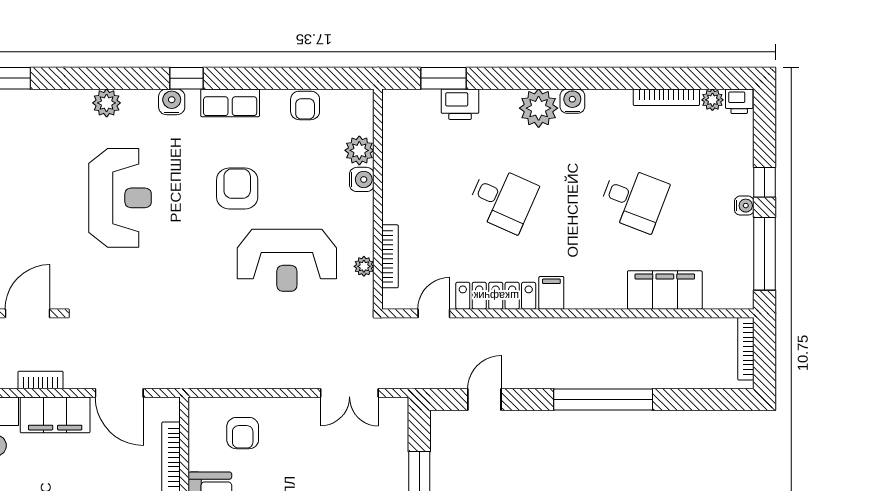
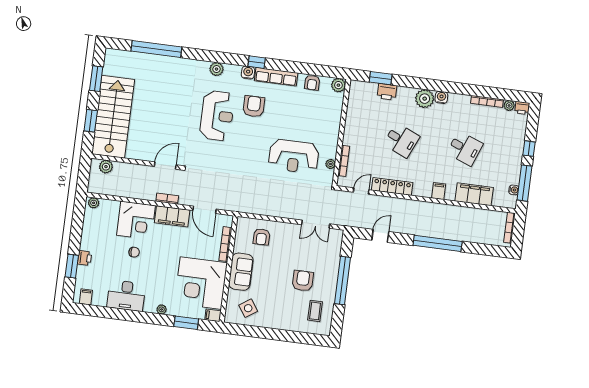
row of seats: (230, 103) -> (276, 77), width x1.48
plant: (359, 150) -> (338, 85), moved
water cooler: (362, 179) -> (335, 122), removed
armchair: (237, 189) -> (254, 106), moved
water cooler: (744, 206) -> (514, 190), moved
filing cabinet: (551, 293) -> (439, 191), moved

